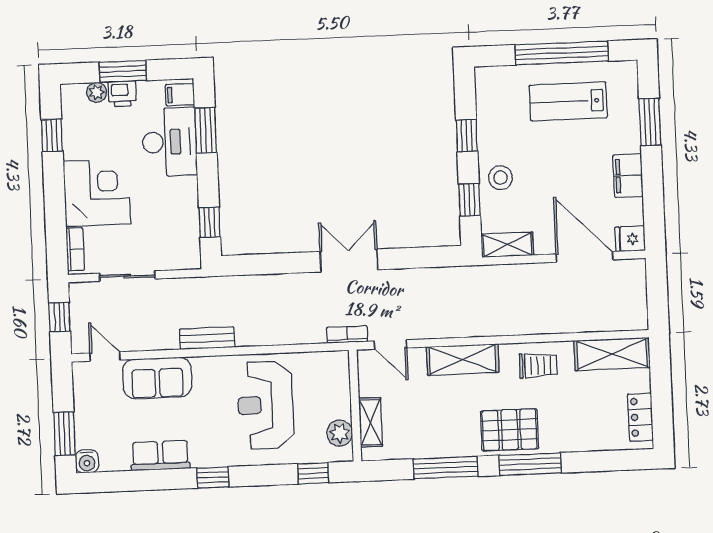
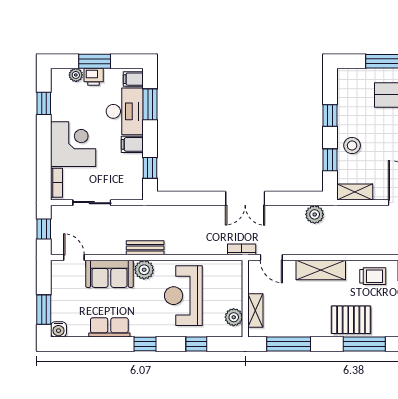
filing cabinet: (182, 189) -> (132, 144), added
double door: (349, 261) -> (245, 198), swing flipped
plant: (450, 280) -> (315, 214), added
plant: (207, 370) -> (144, 270), added
window: (446, 468) -> (289, 344), moved
window: (313, 473) -> (196, 344), moved

